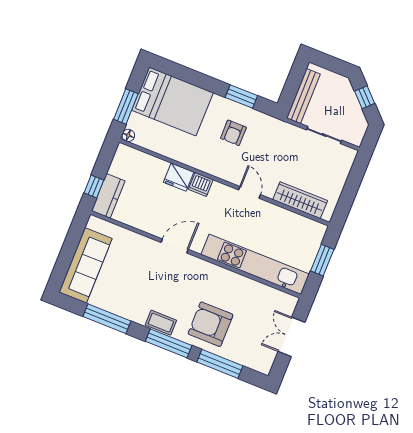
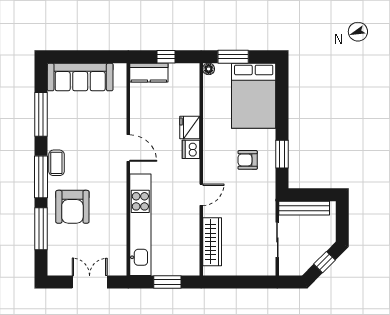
window: (94, 187) -> (166, 57), moved
armchair: (211, 324) -> (72, 207), turned 180

